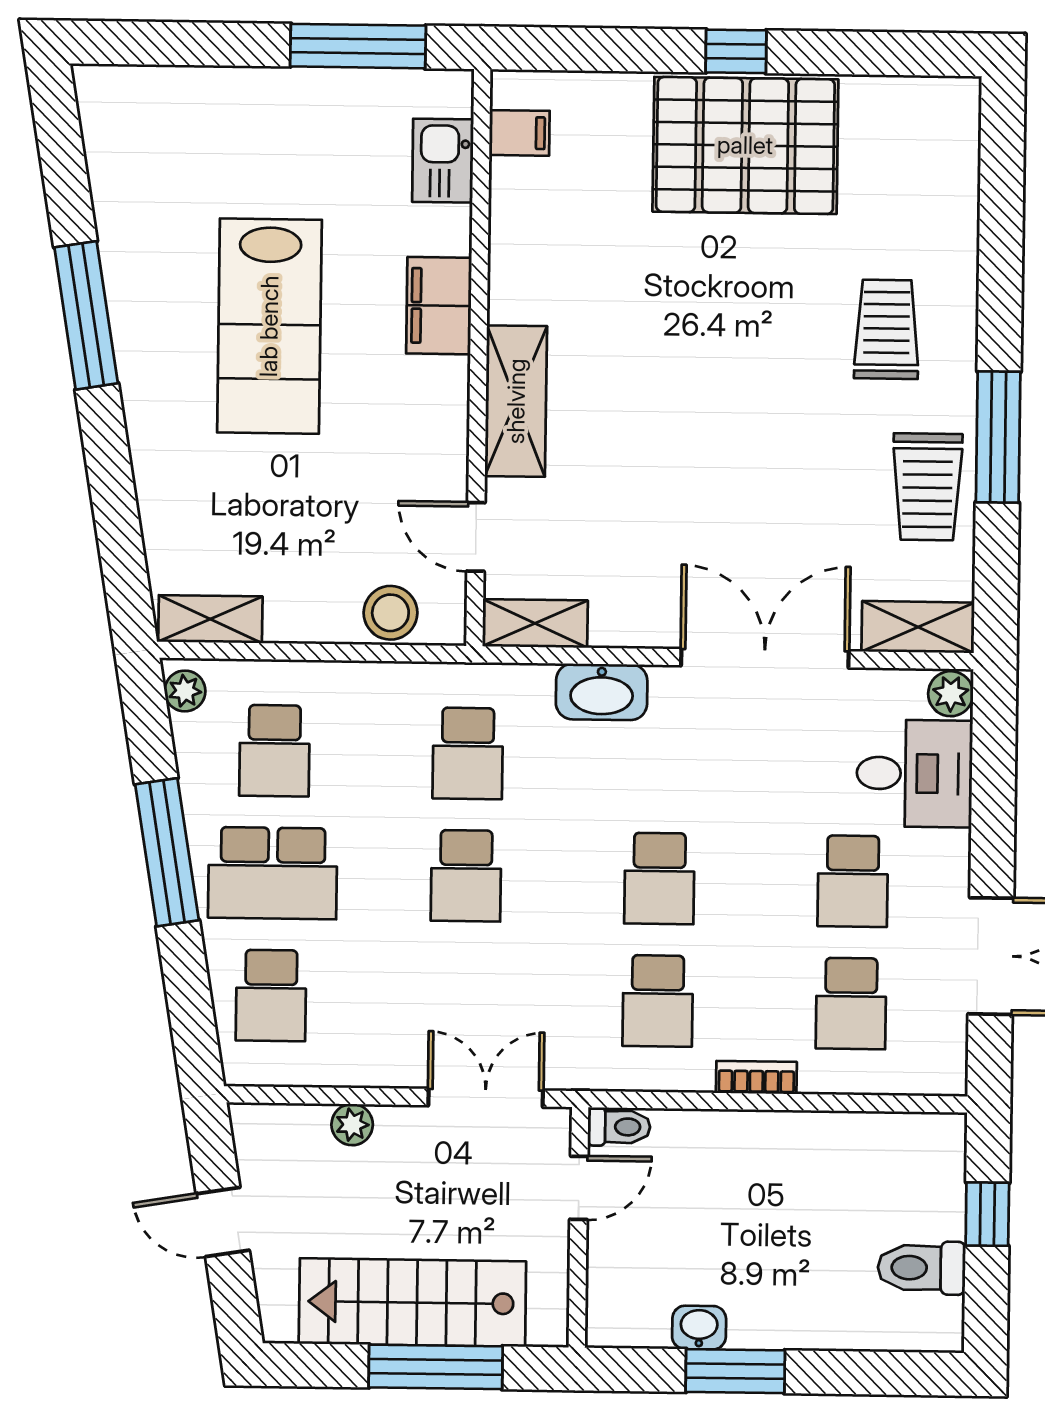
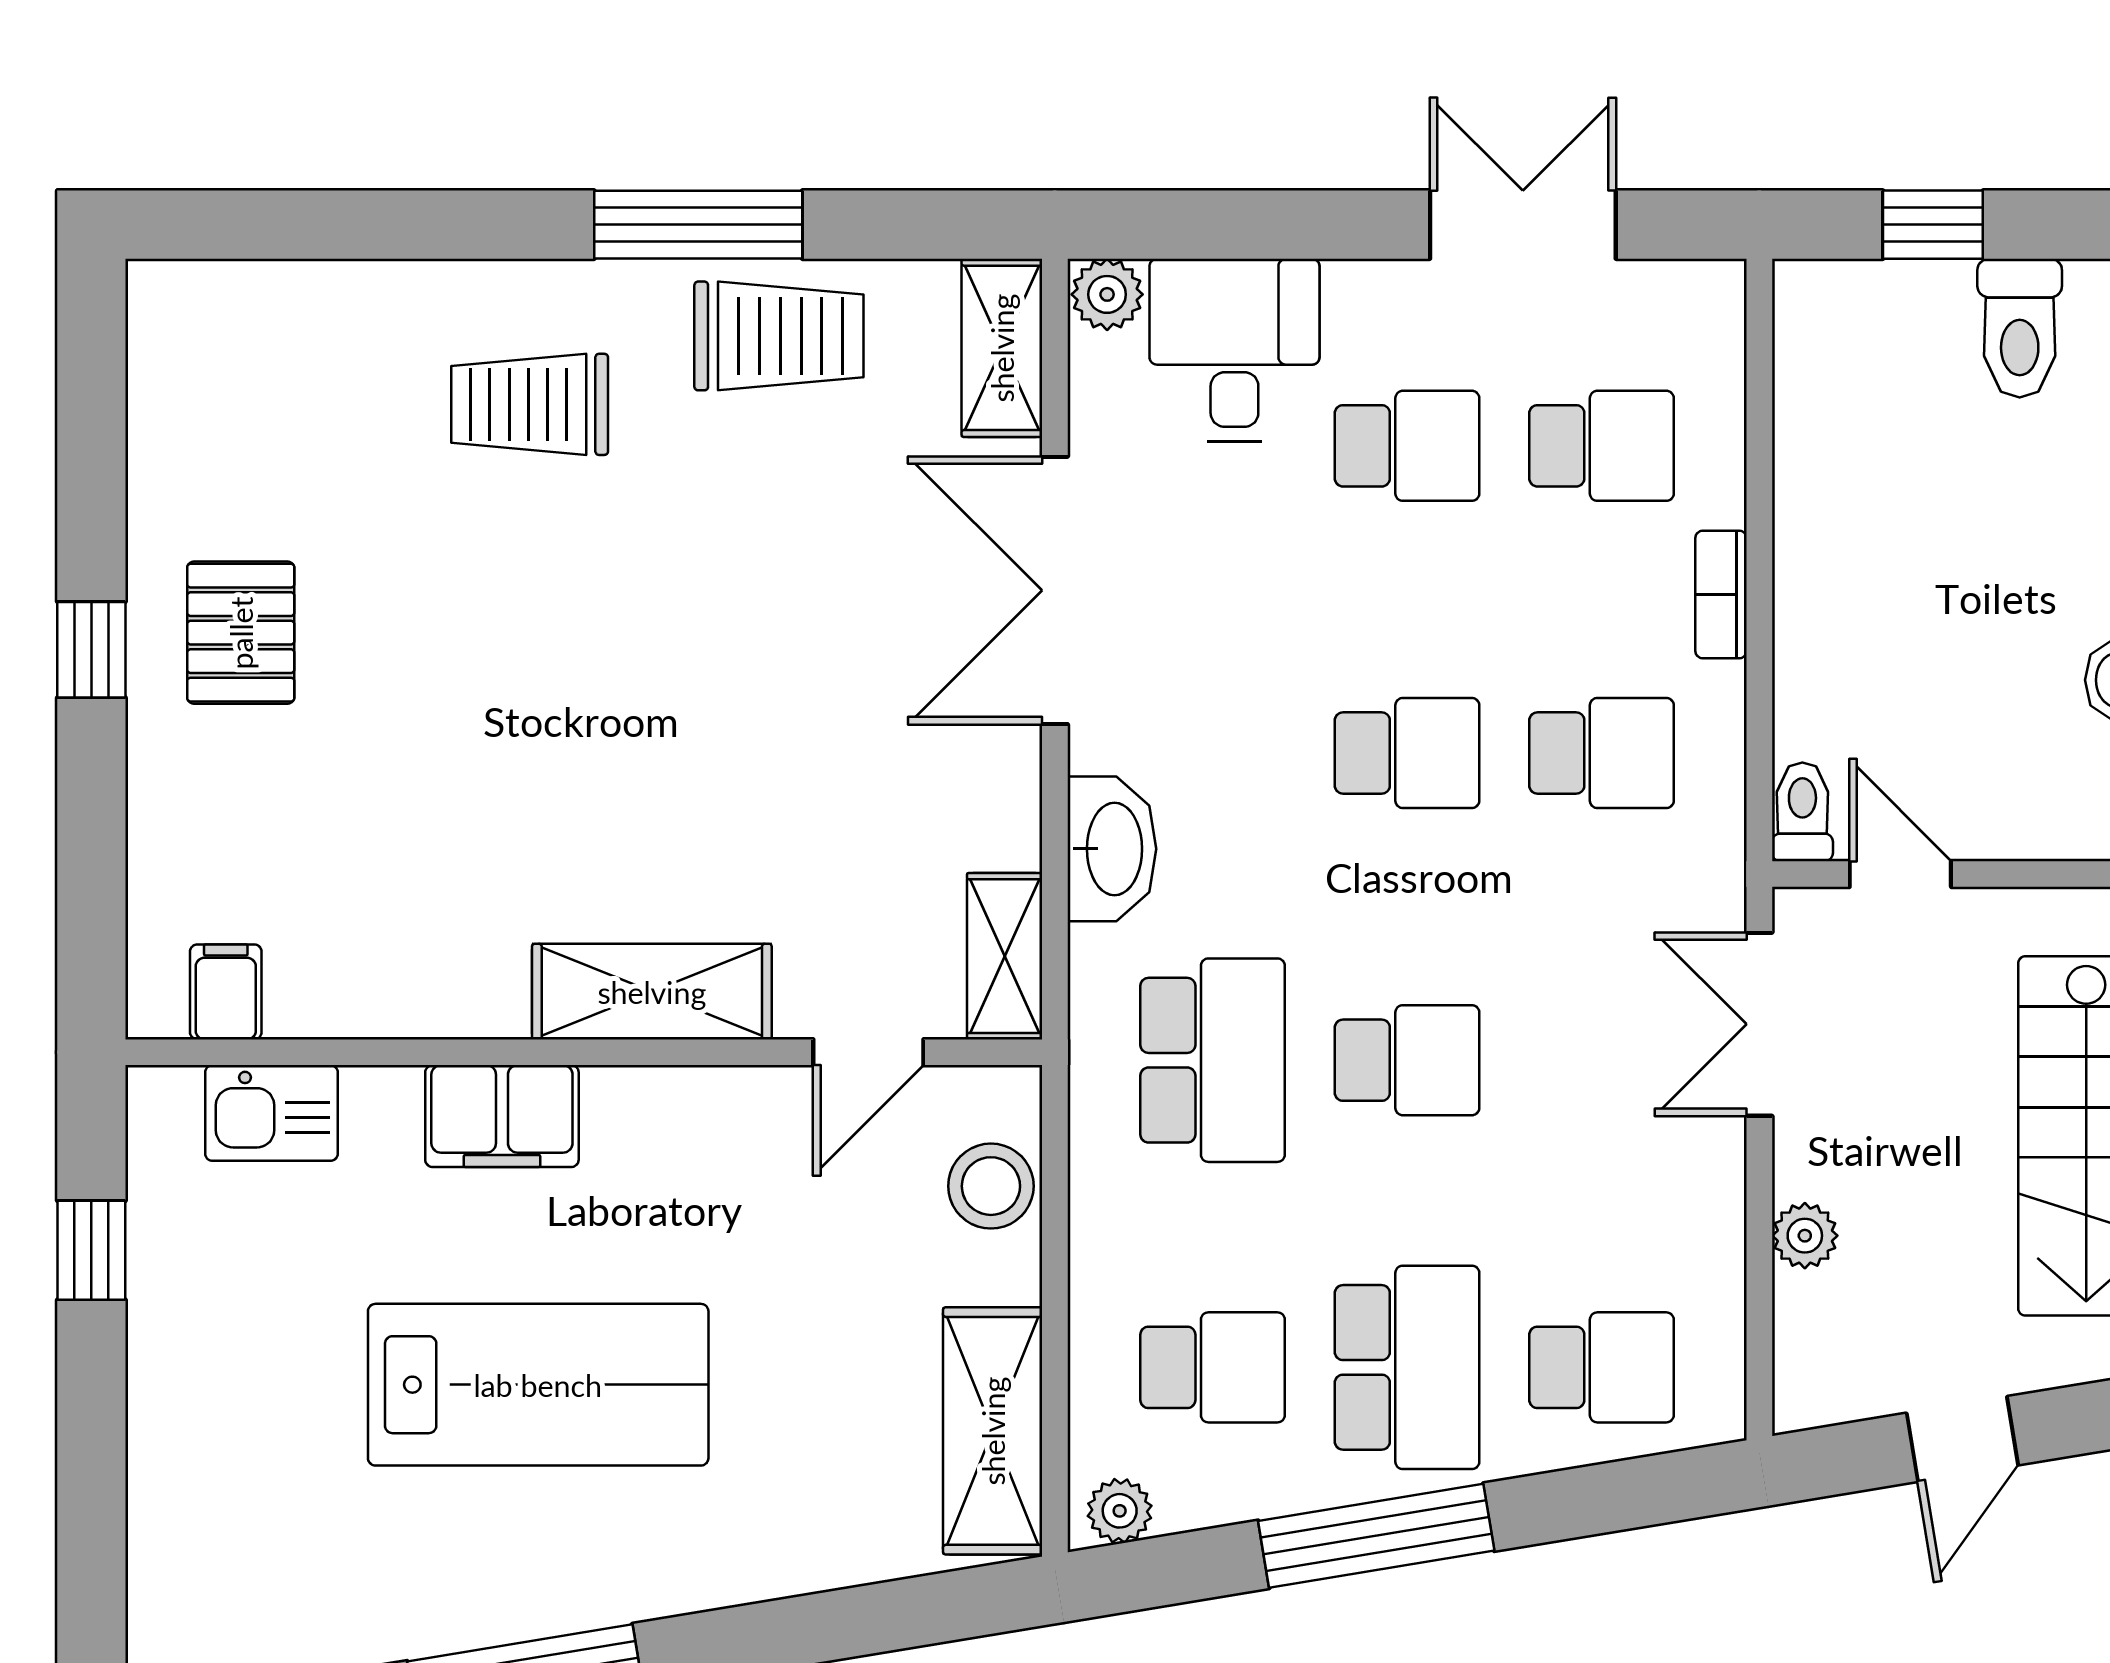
window: (358, 46) -> (91, 1250), width x0.46
pallet: (745, 145) -> (241, 633), width x0.49, depth x0.50
shelving: (210, 619) -> (993, 1431), width x1.50, depth x1.33
school desk: (468, 753) -> (1213, 1060), width x1.85

